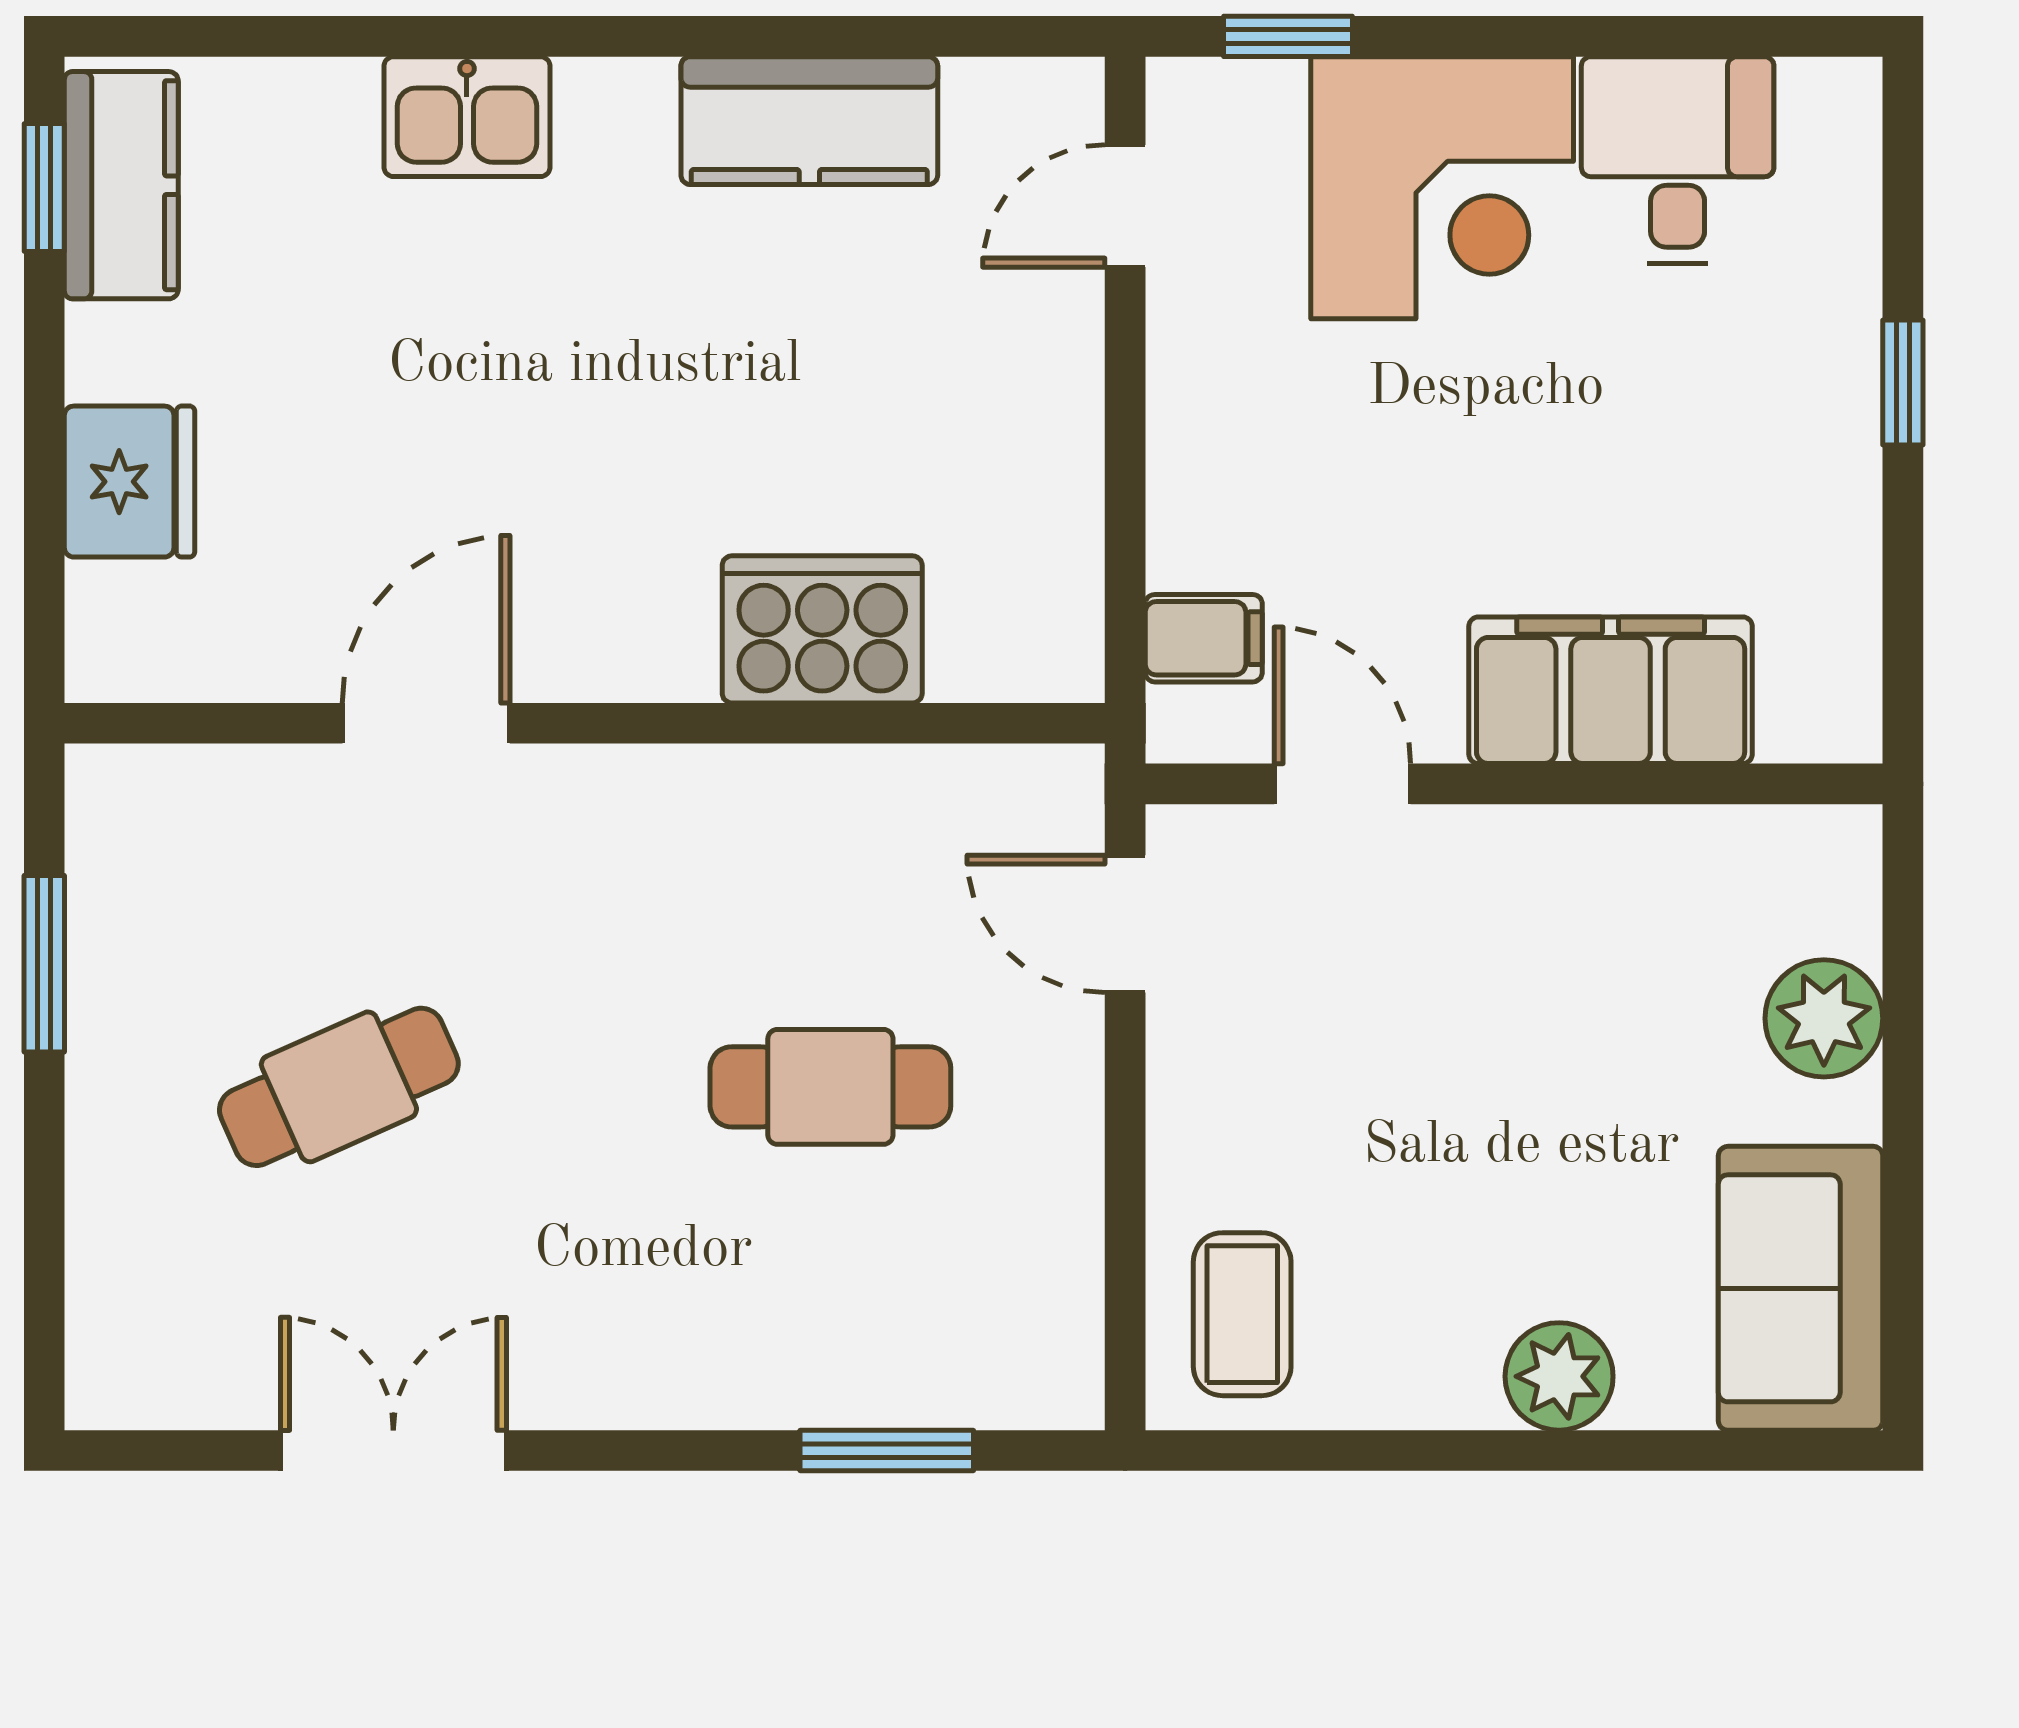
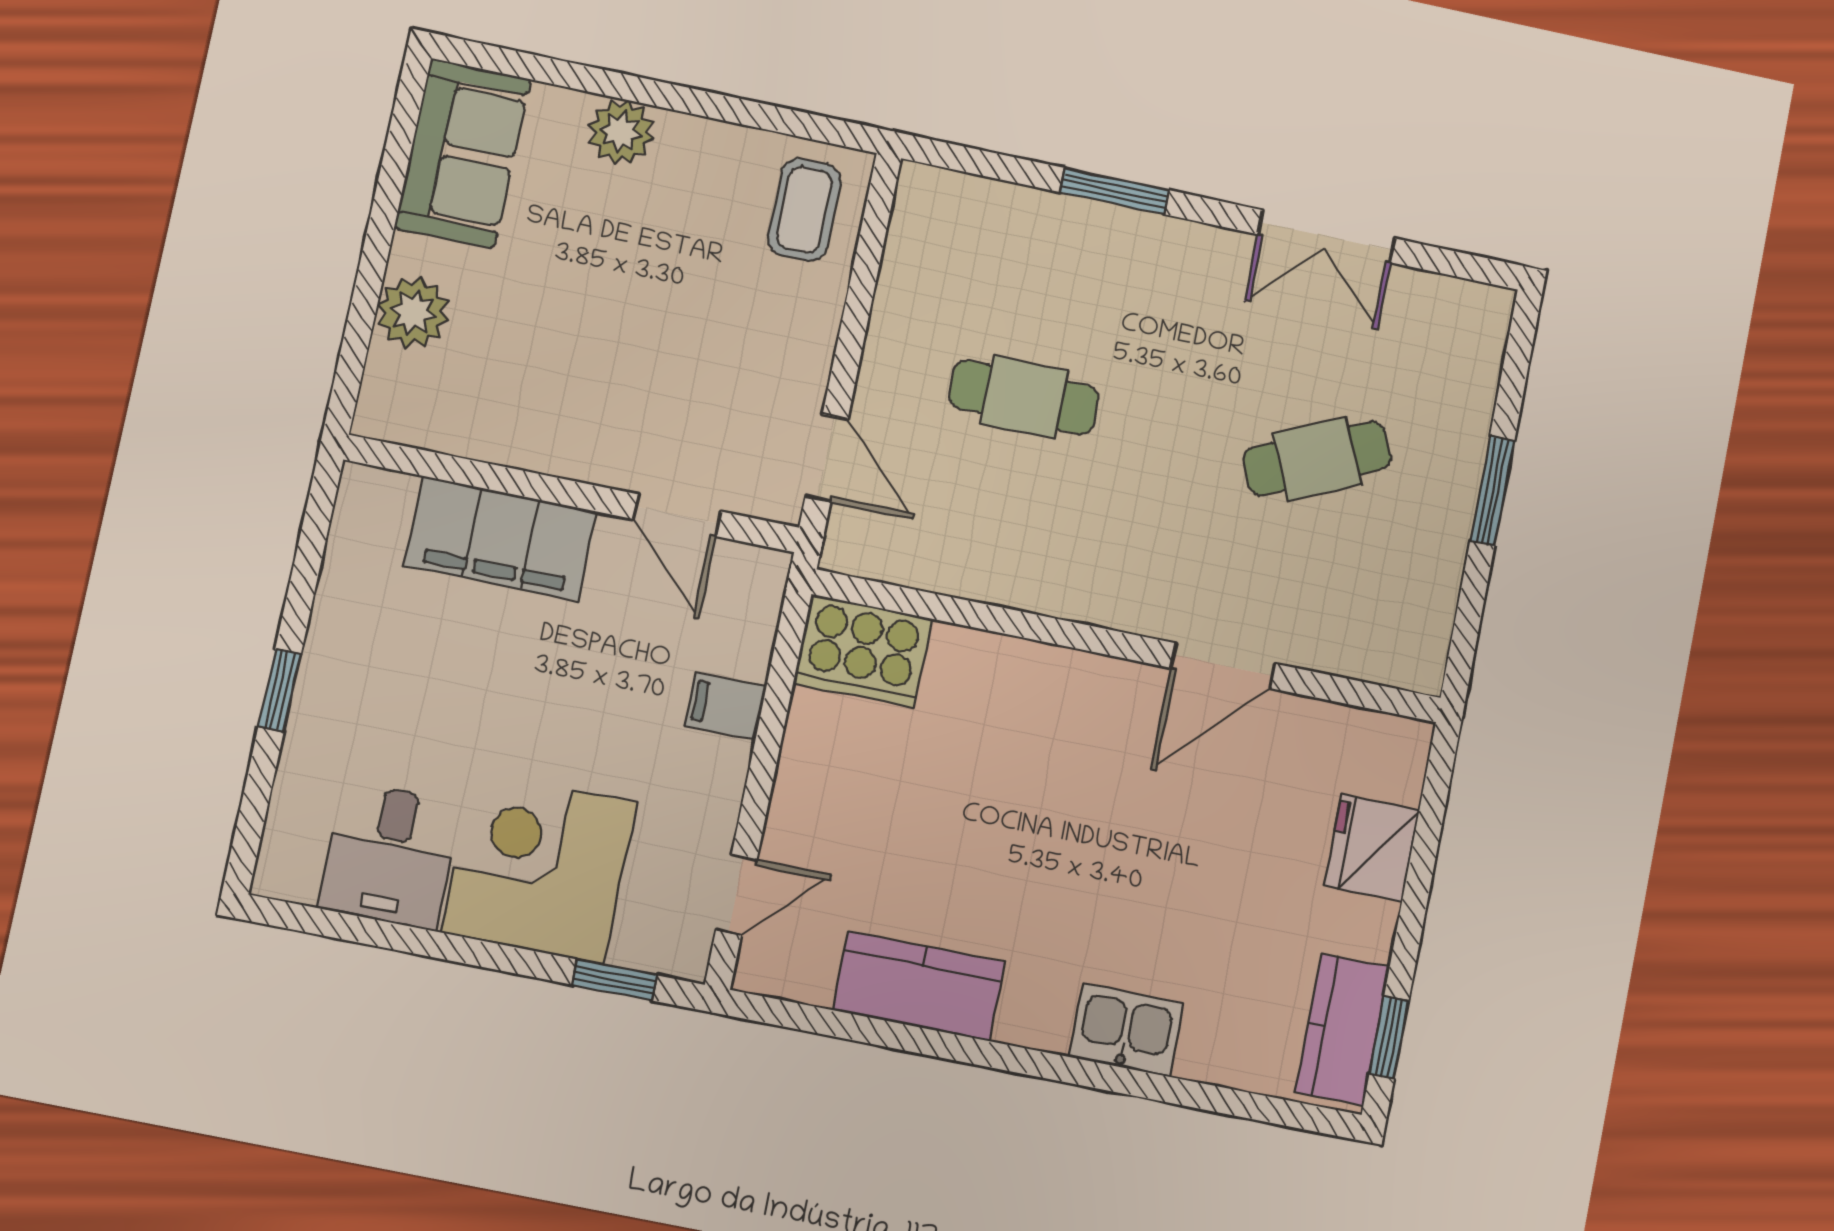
cooker: (822, 629) -> (863, 651), moved
filing cabinet: (1204, 638) -> (725, 706), moved
window: (44, 964) -> (1492, 491), moved
window: (887, 1451) -> (1114, 191), moved

